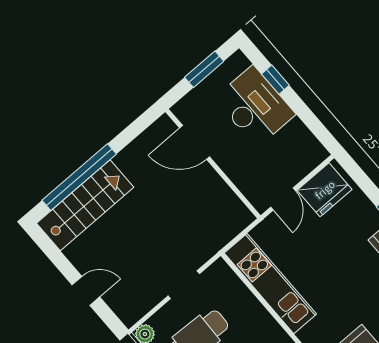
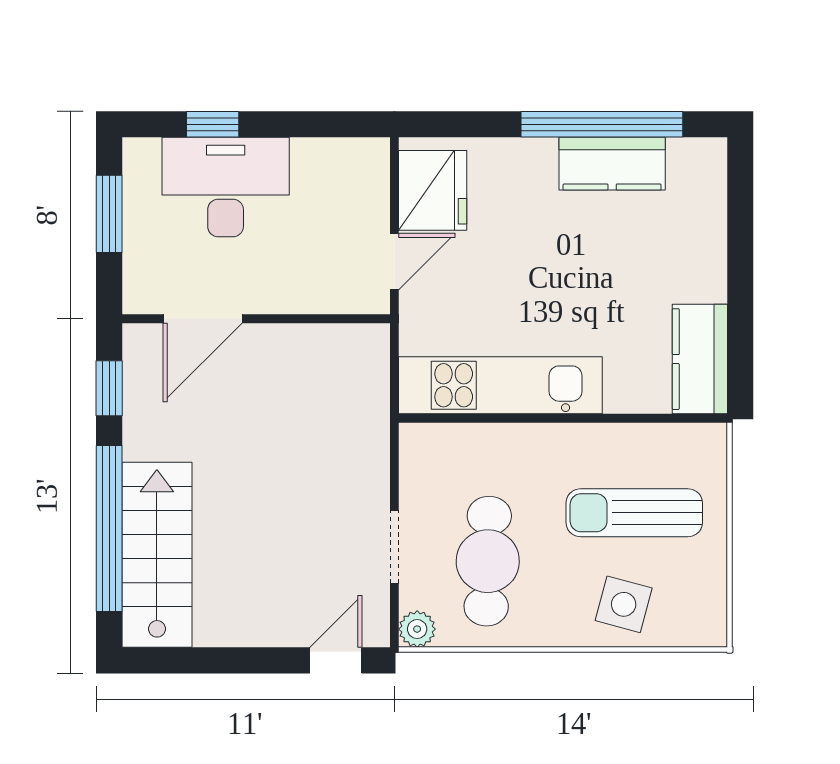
window: (135, 129) -> (109, 388), added
door: (283, 199) -> (394, 262), hinge flipped
doorway: (184, 285) -> (394, 547), moved
door: (86, 291) -> (336, 660), moved

